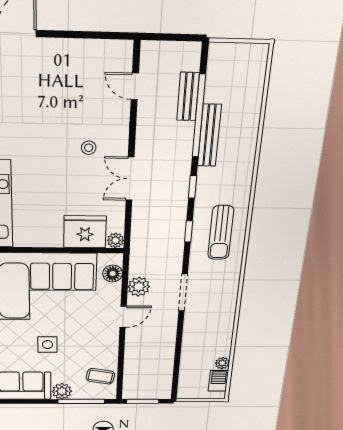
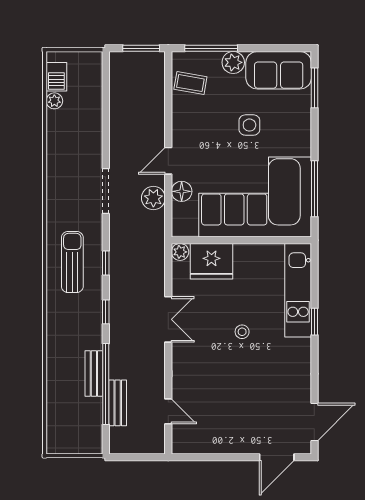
bench: (209, 136) -> (94, 373), width x0.73
stool: (89, 148) -> (242, 332), moved
floor lamp: (113, 274) -> (182, 191), moved

